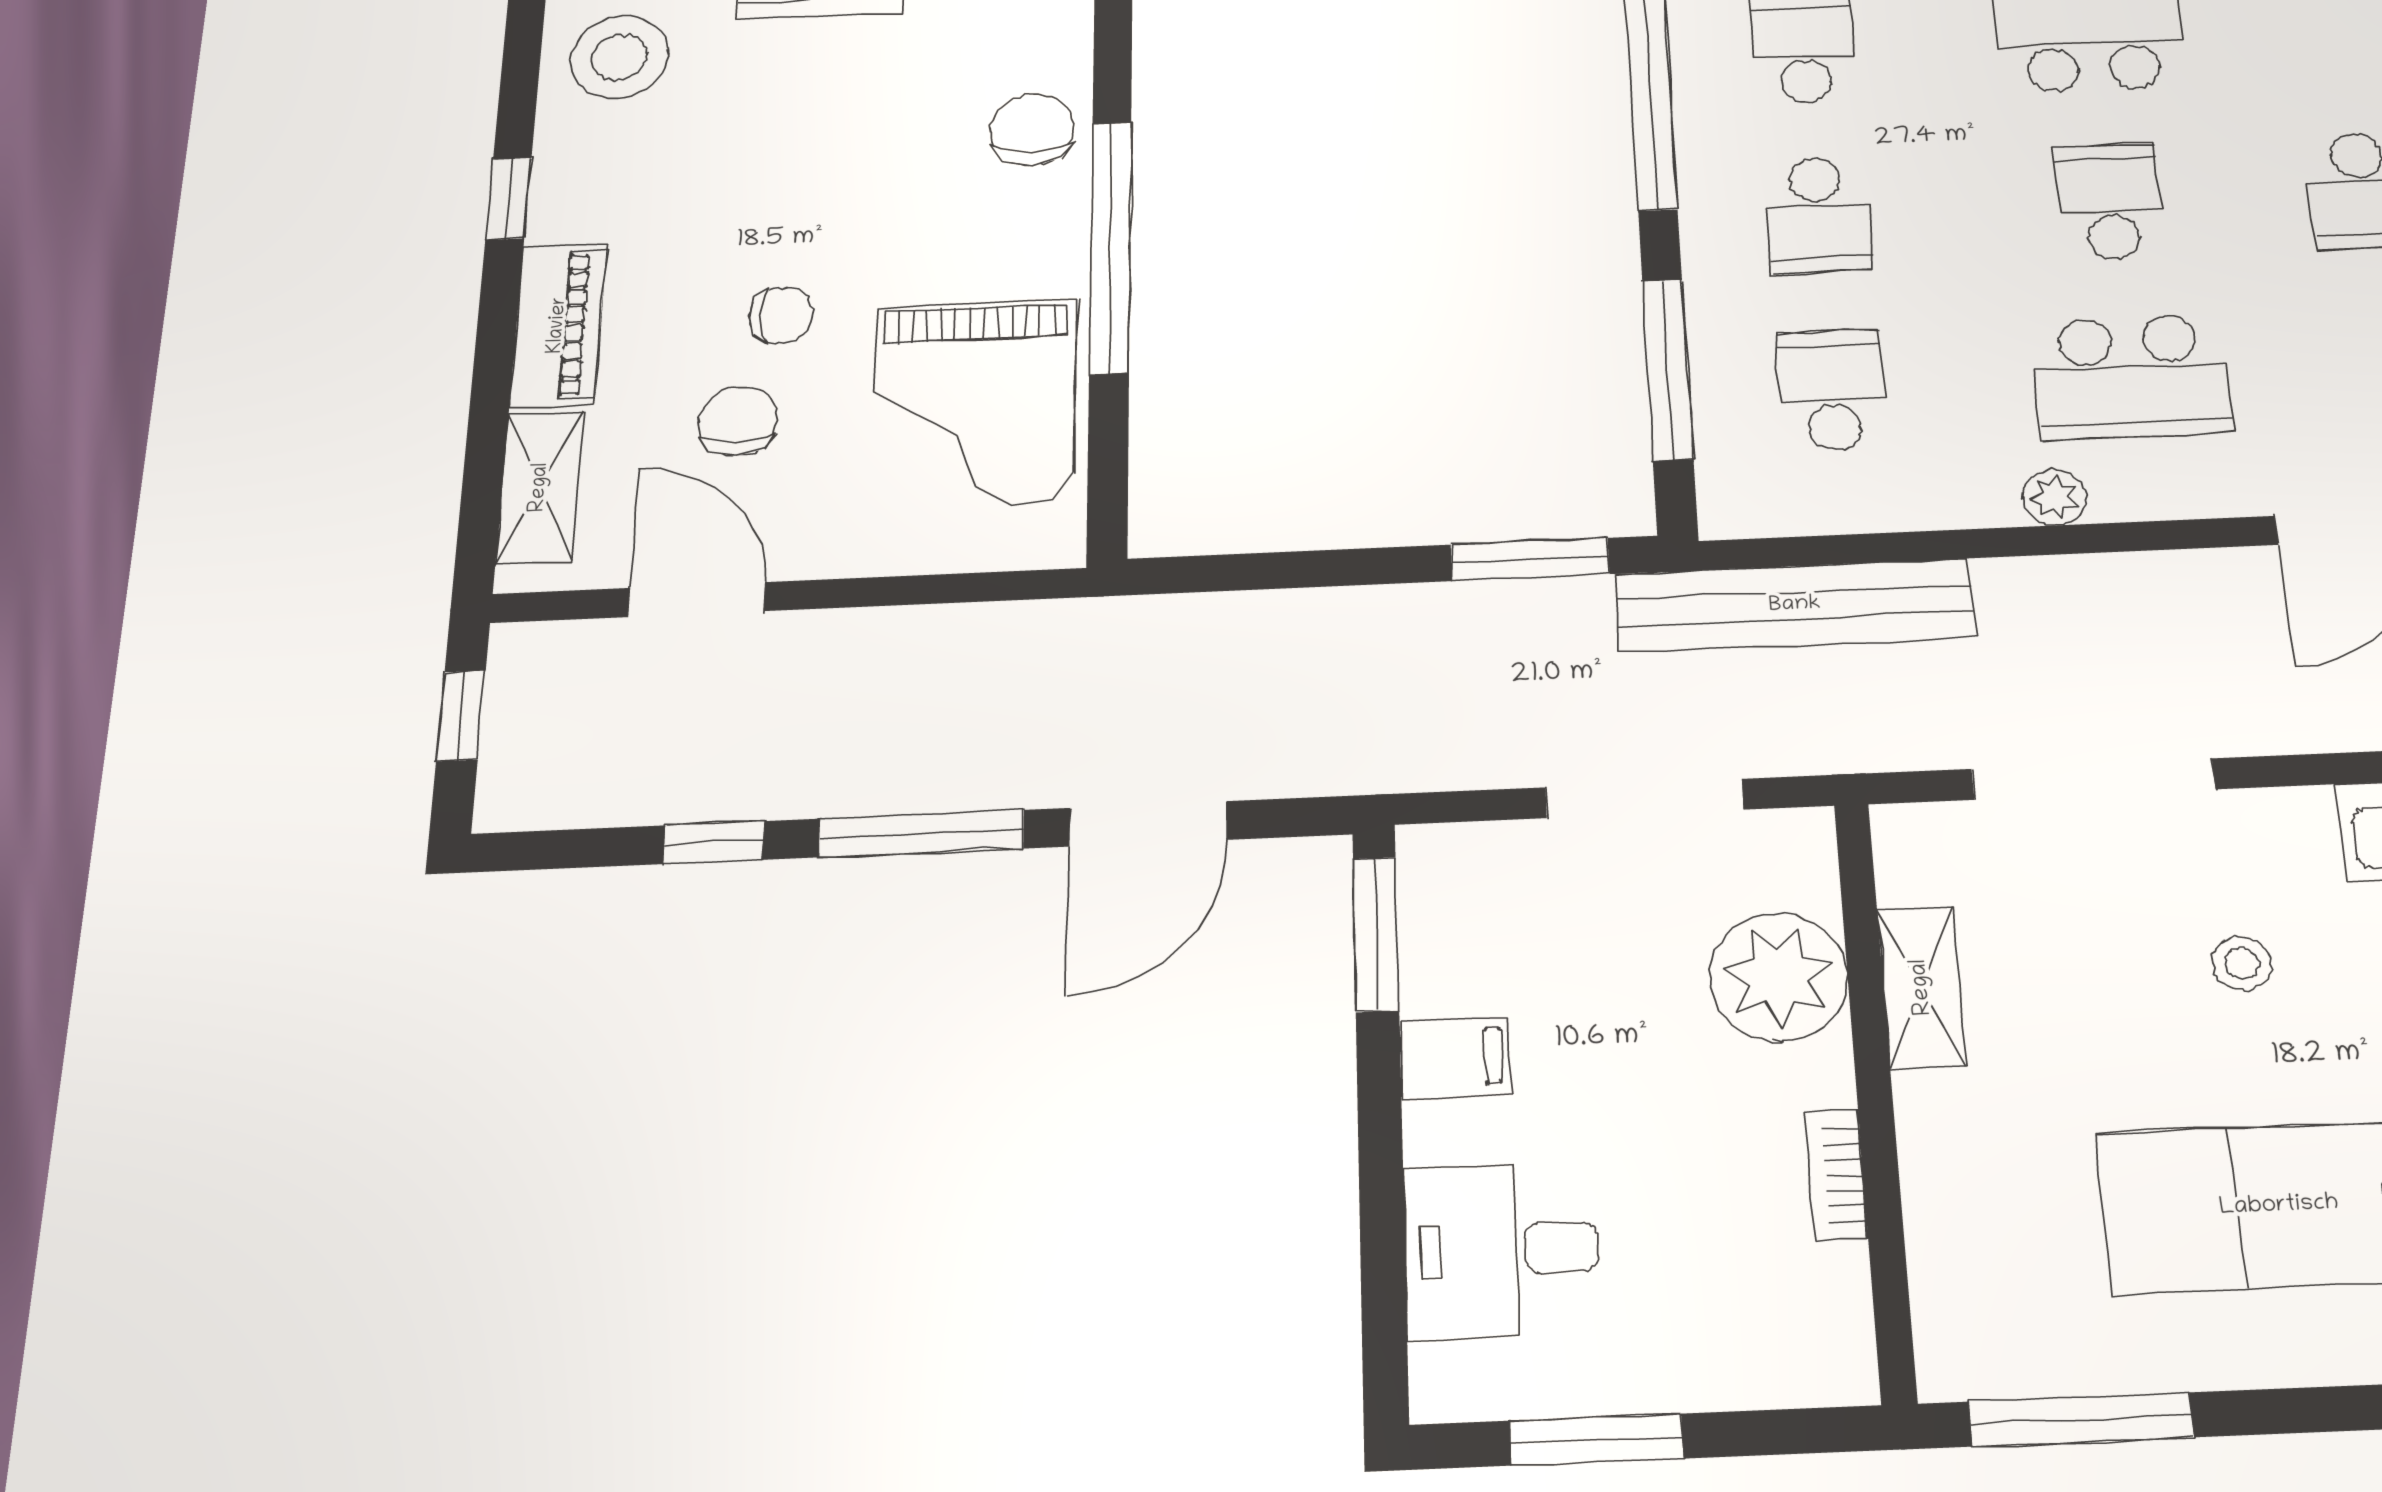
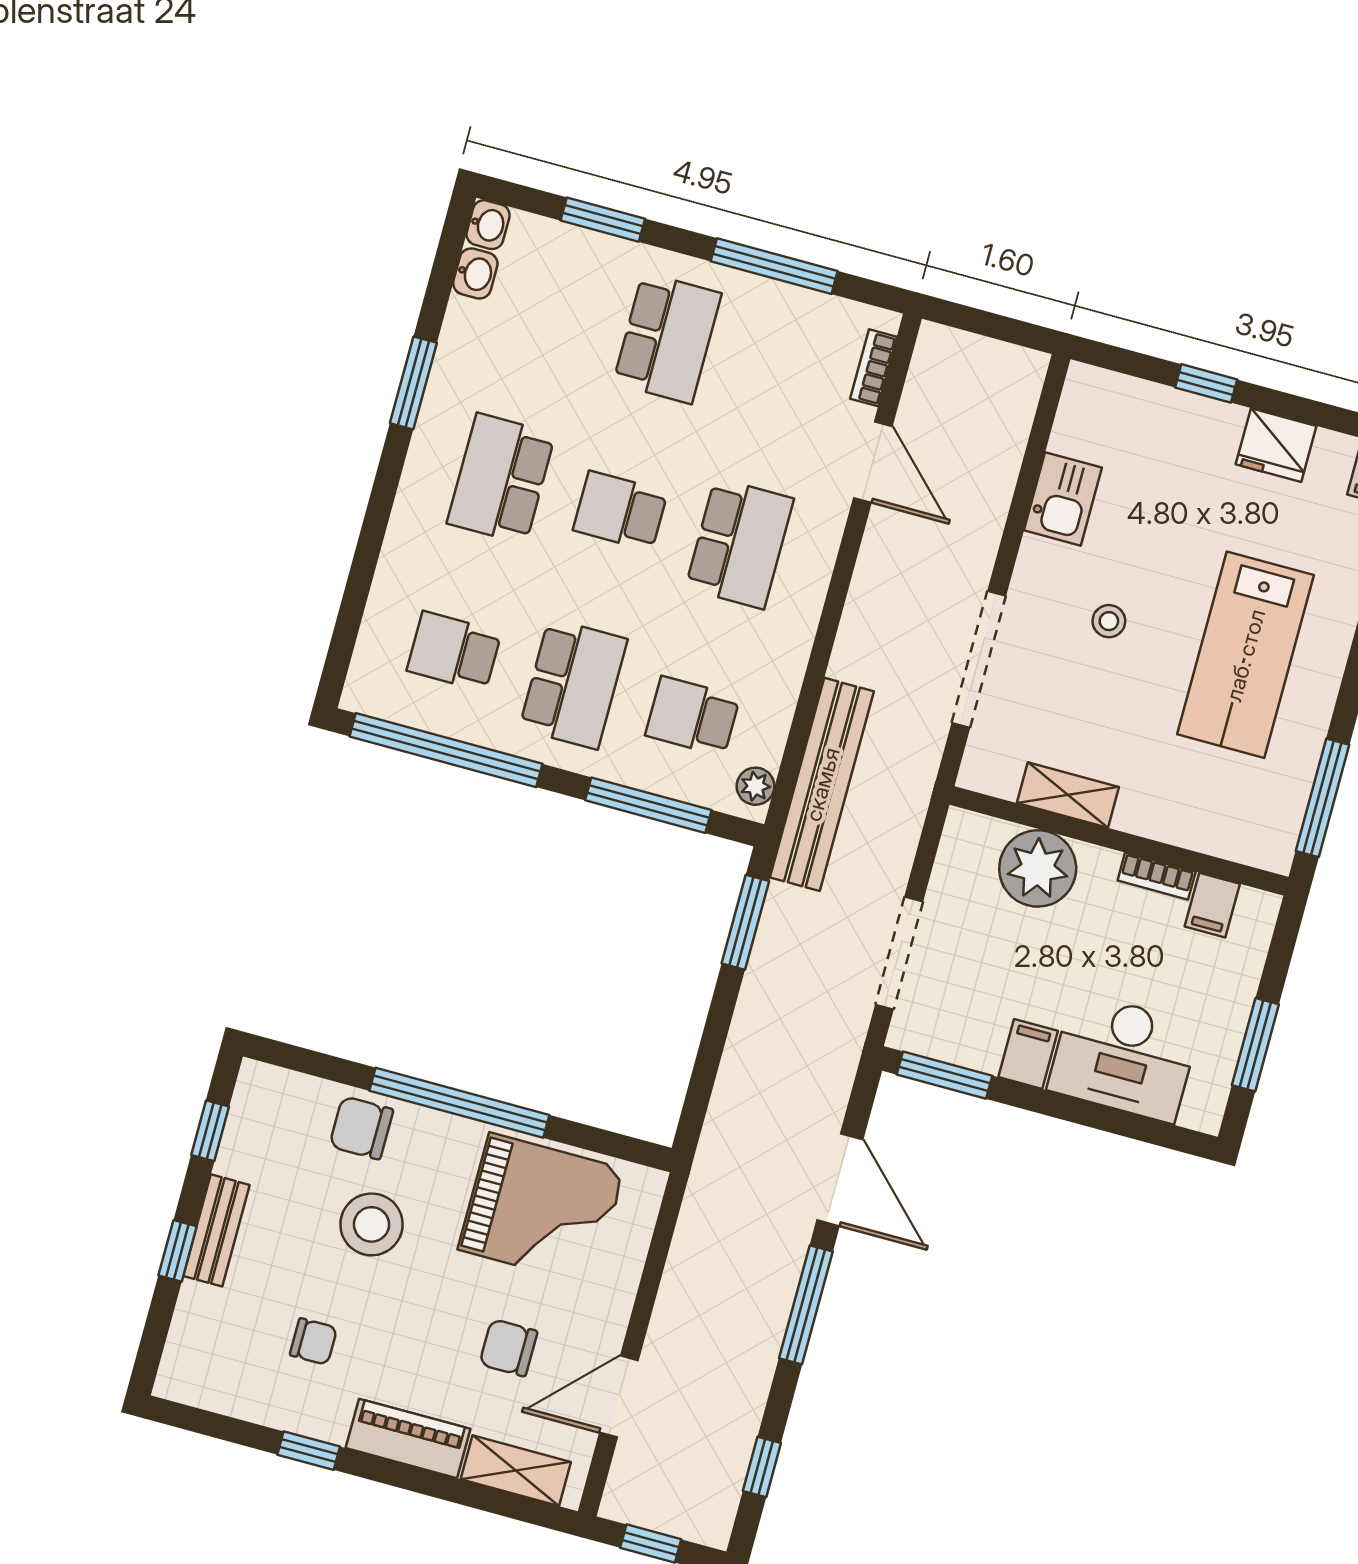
stool: (620, 57) -> (372, 1224), moved
school desk: (1818, 215) -> (573, 684), width x1.85
chair: (781, 315) -> (313, 1341), moved, turned 90
plant: (2055, 497) -> (755, 786), moved
doorway: (1644, 798) -> (899, 953), moved
window: (714, 843) -> (762, 1467), moved
desk: (1501, 1250) -> (1124, 1057), width x1.37
filing cabinet: (1820, 1286) -> (1212, 905), added

